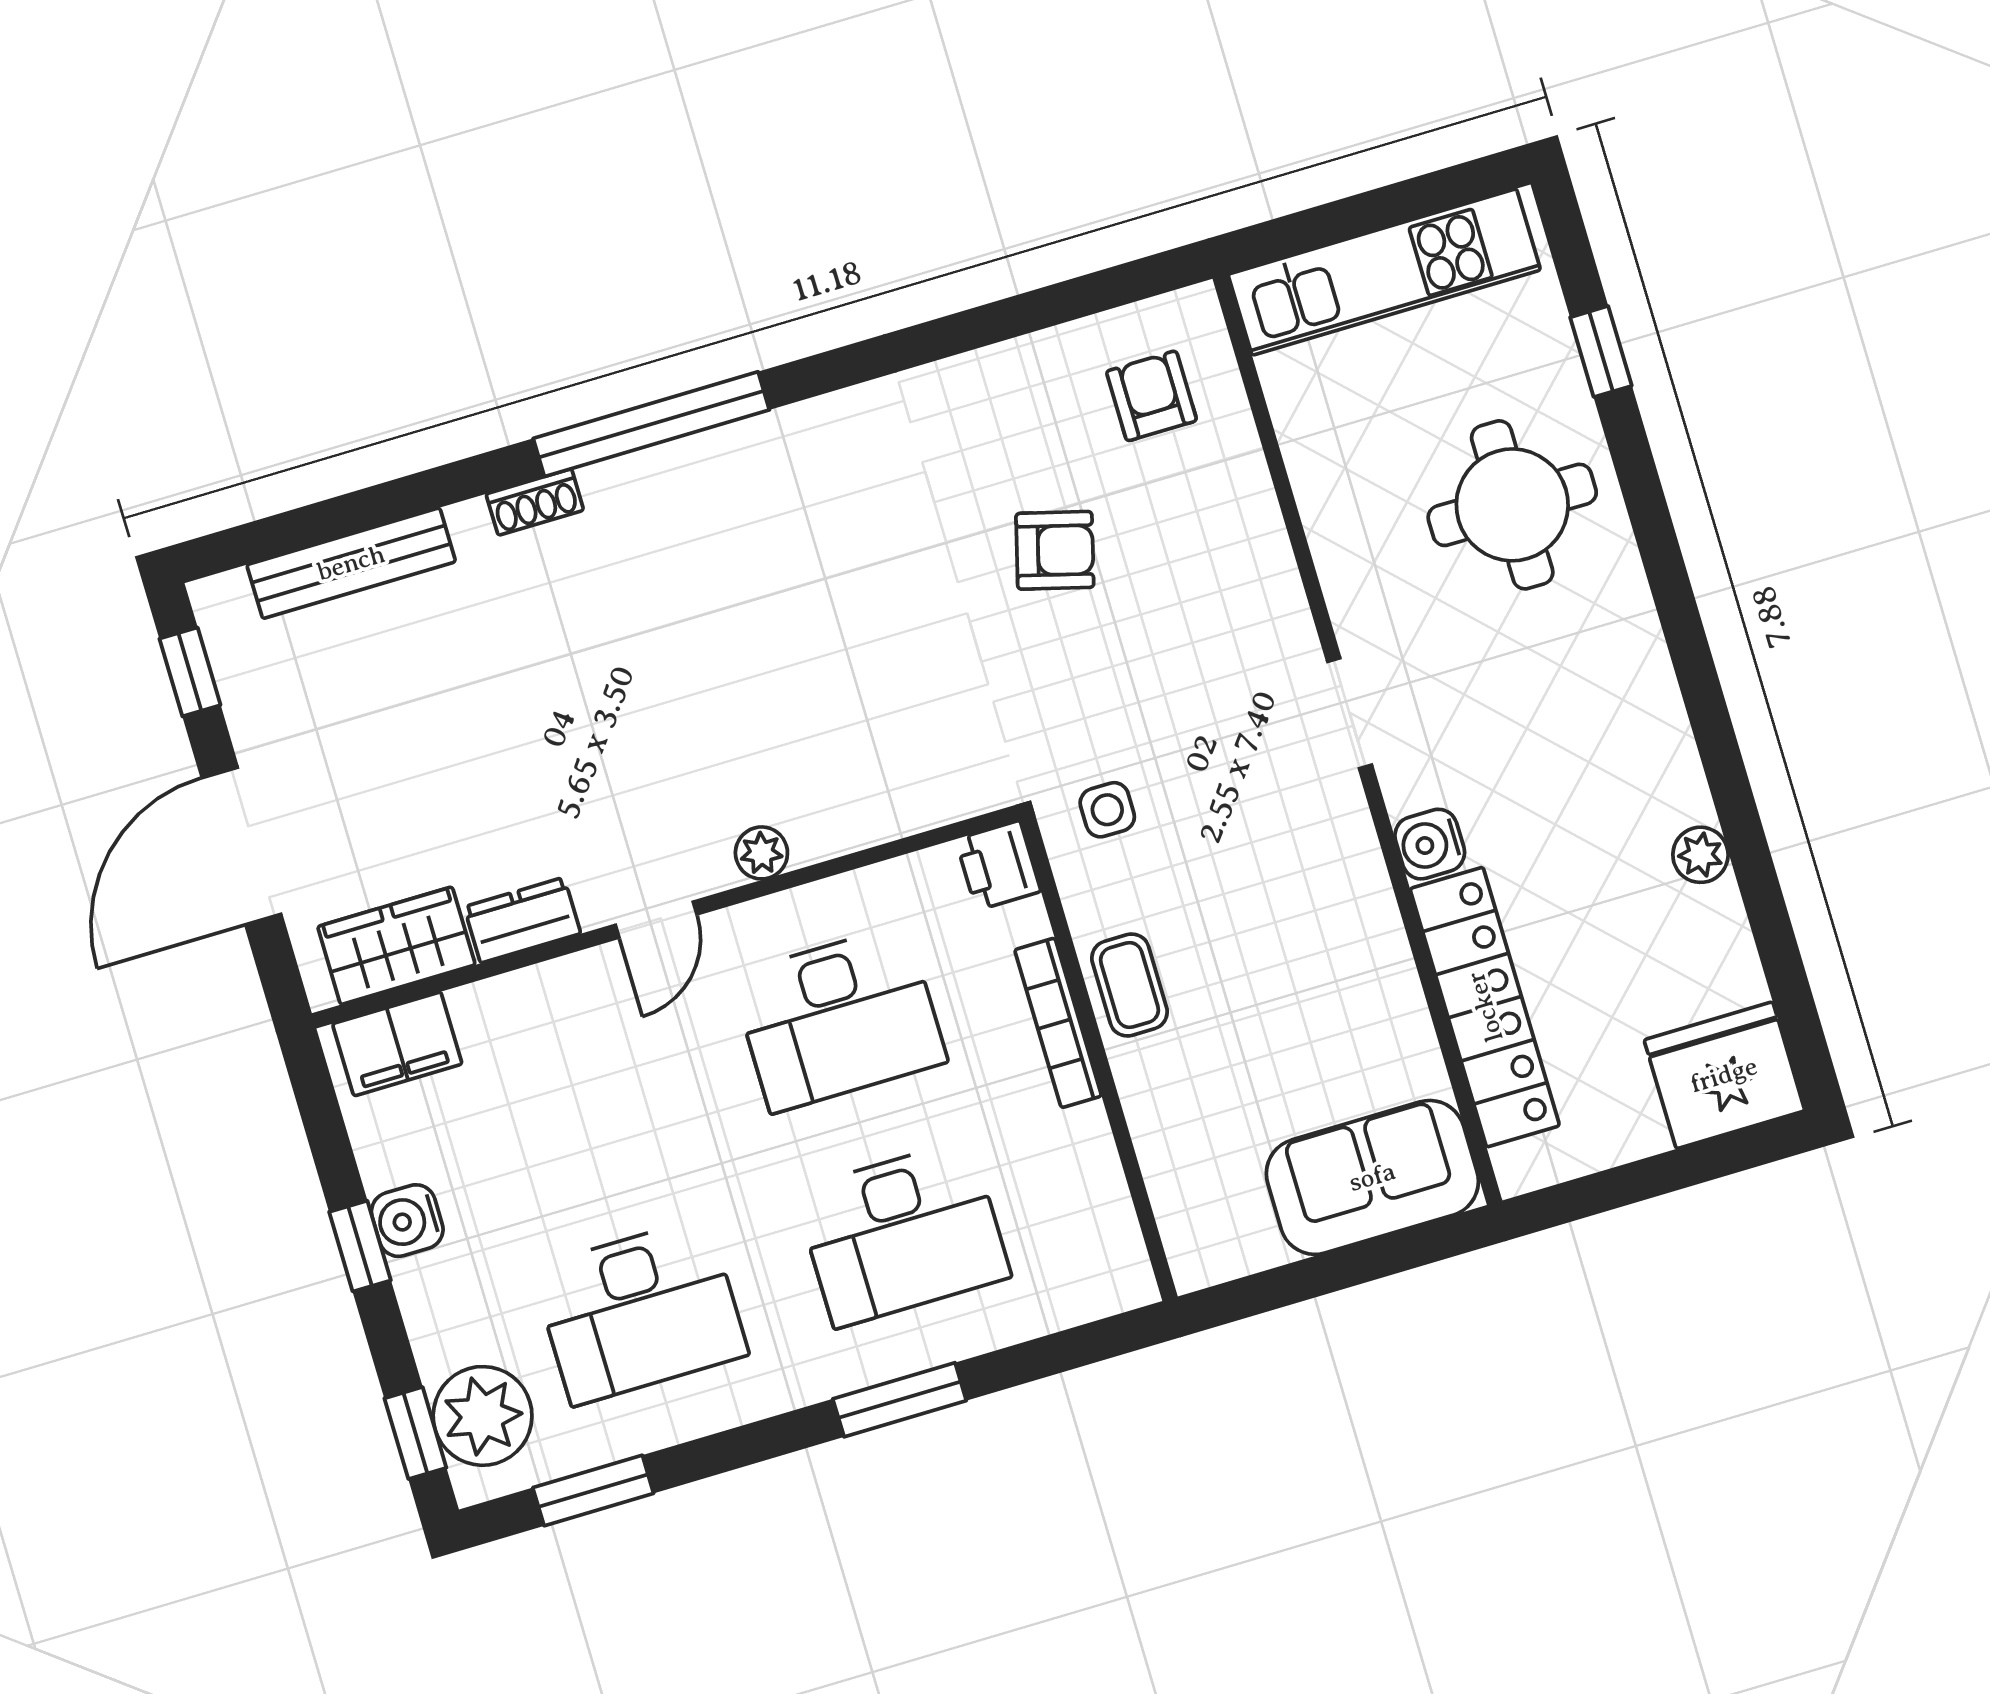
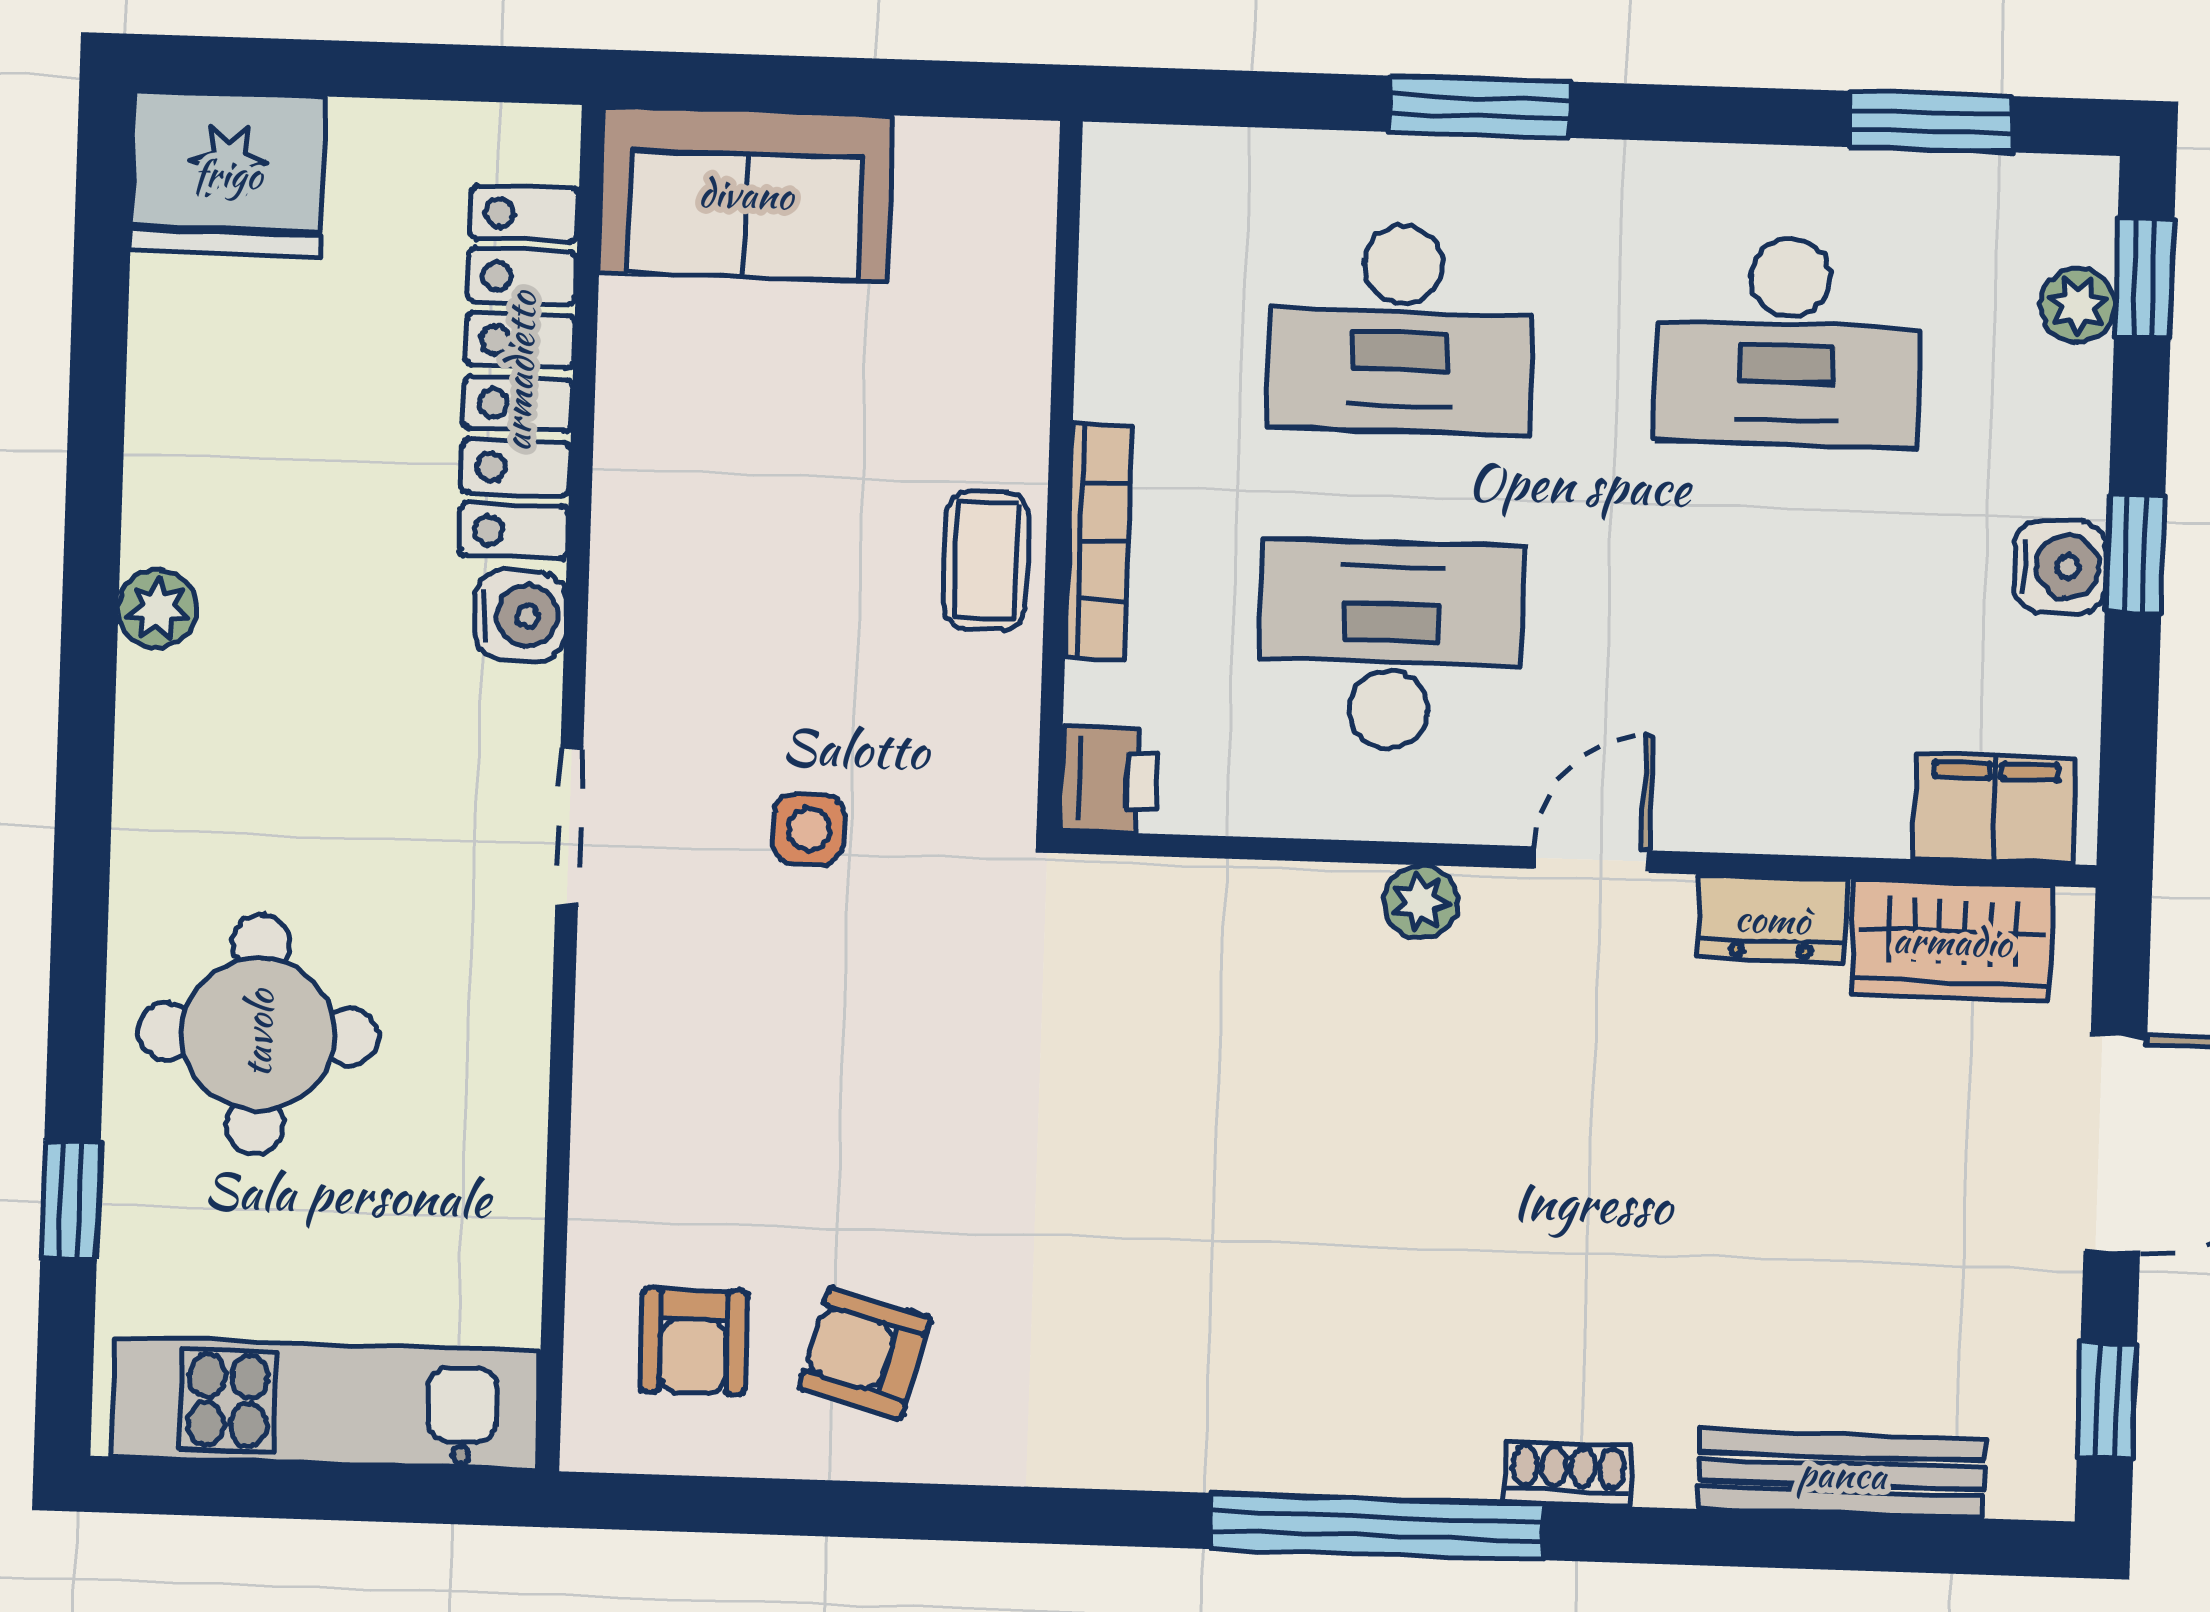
armchair: (1055, 550) -> (865, 1353), moved
side table: (1107, 810) -> (809, 829), moved
plant: (1700, 855) -> (157, 609), moved
desk: (903, 1233) -> (1401, 328), turned 180
desk: (640, 1311) -> (1788, 341), turned 180
plant: (483, 1416) -> (2078, 305), width x0.53, depth x0.53

